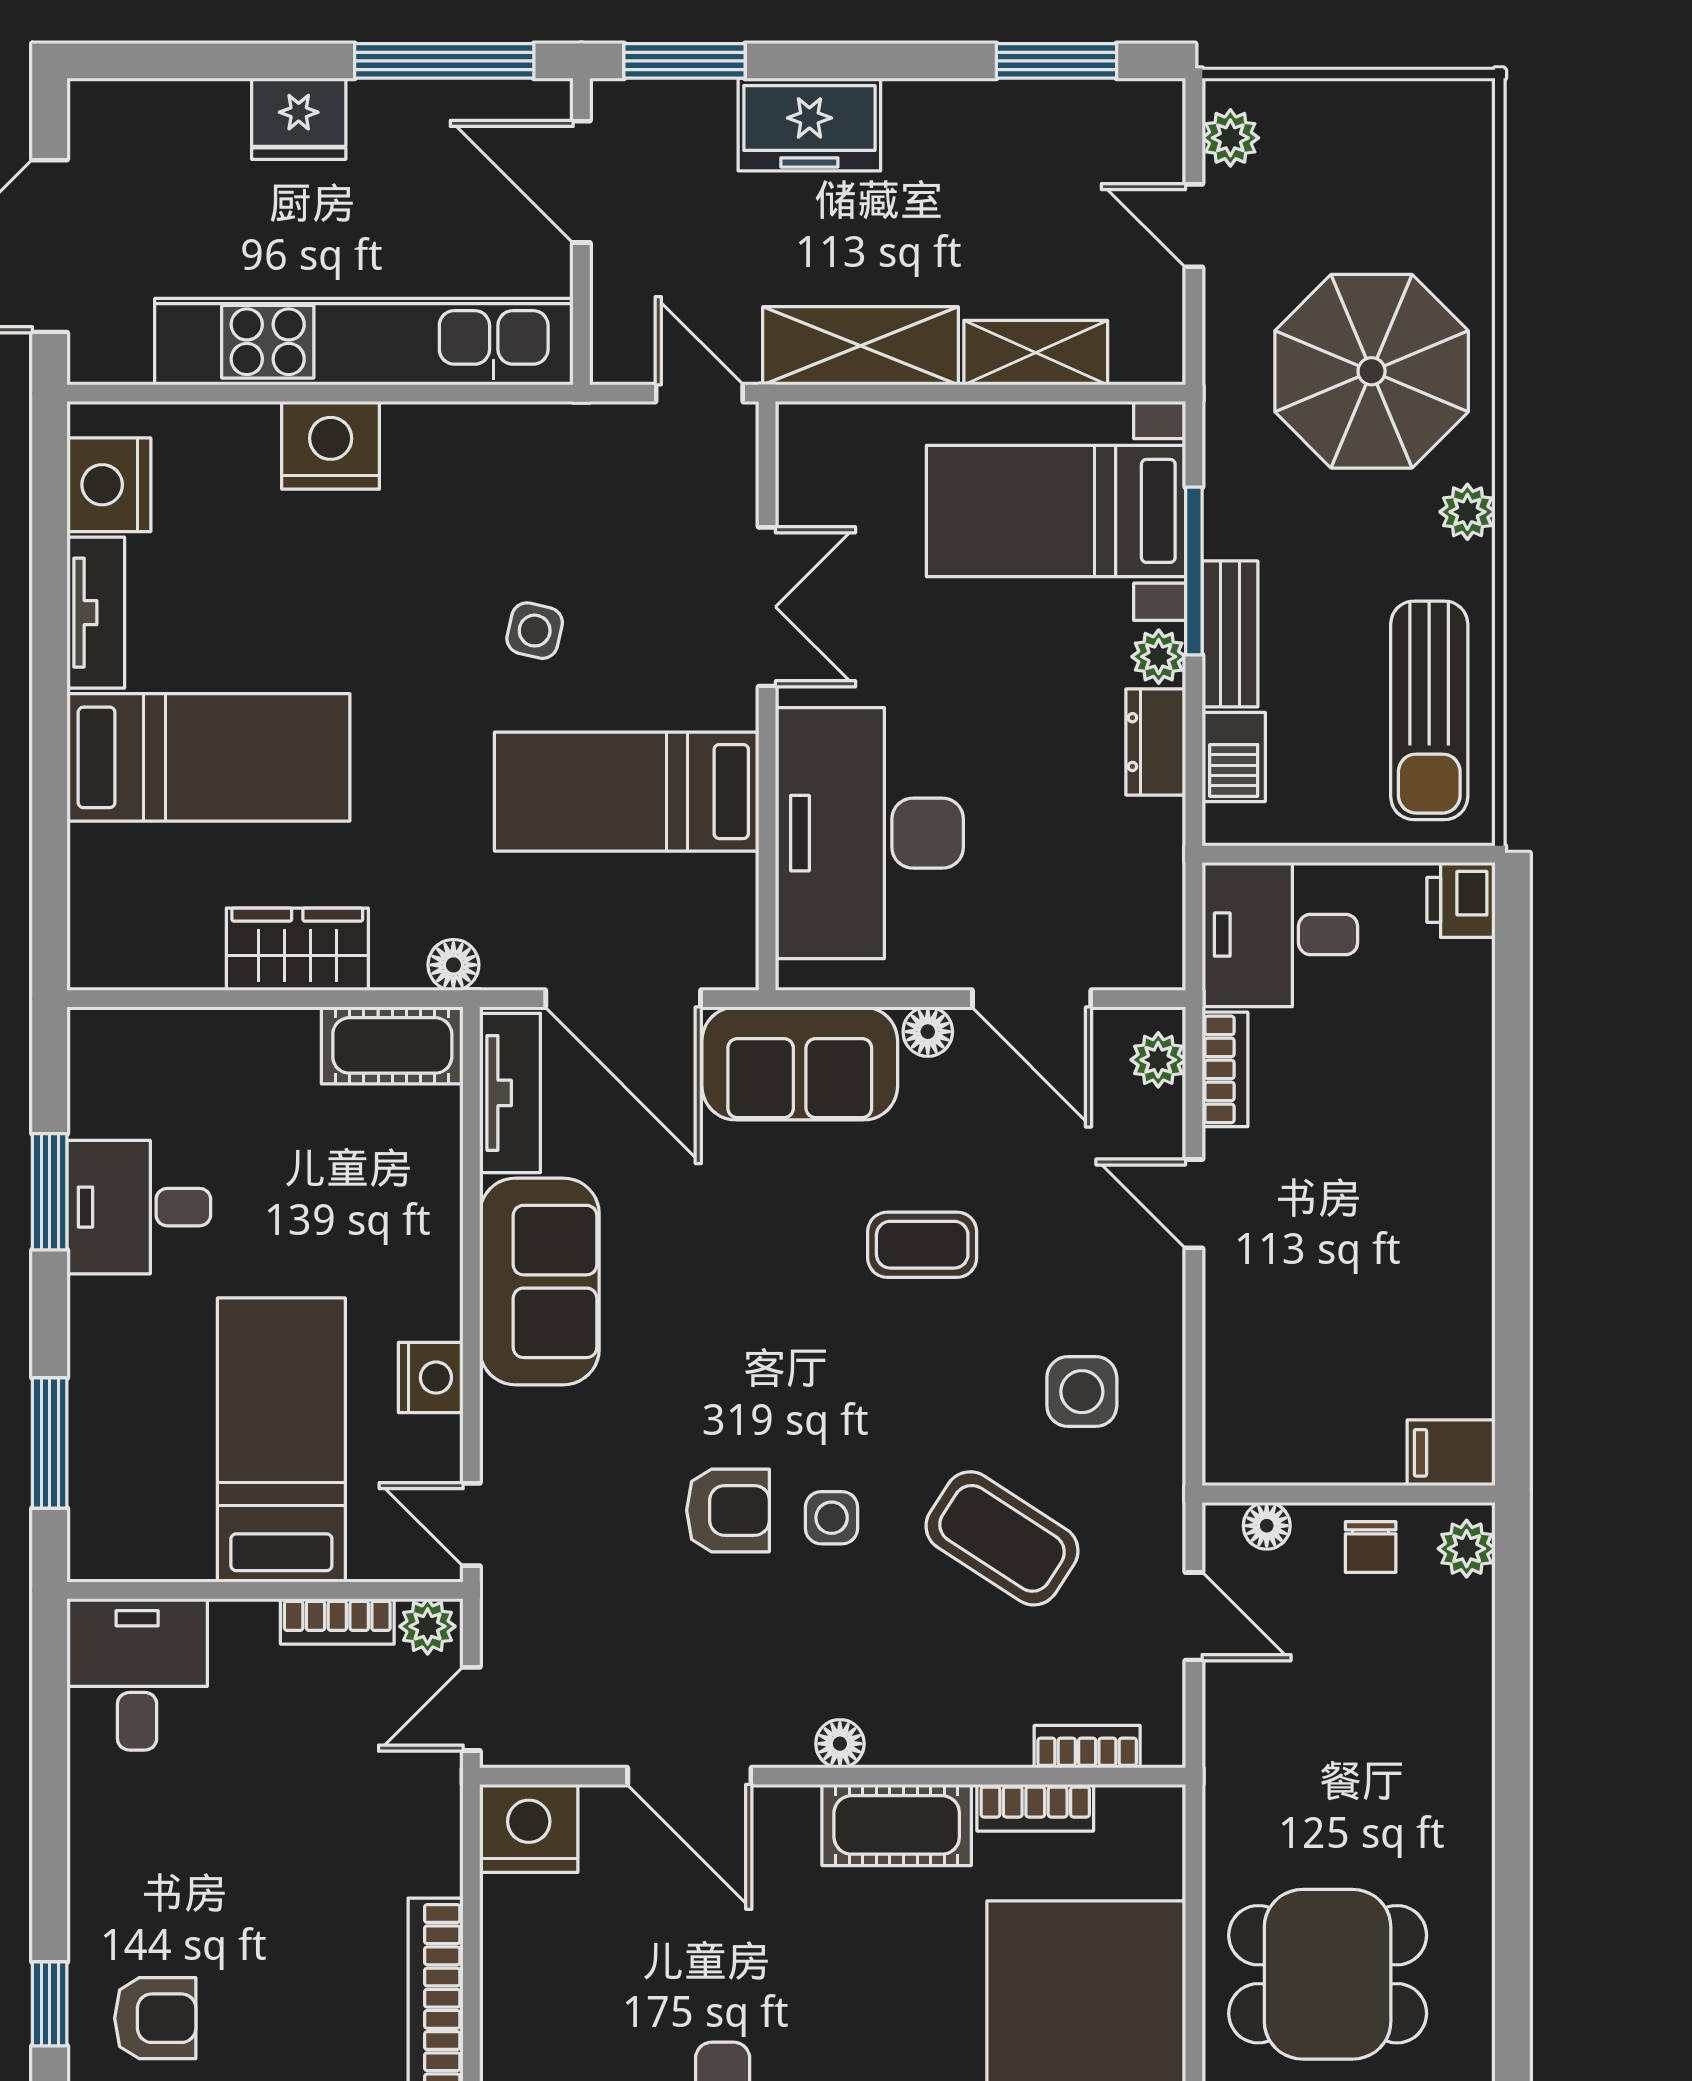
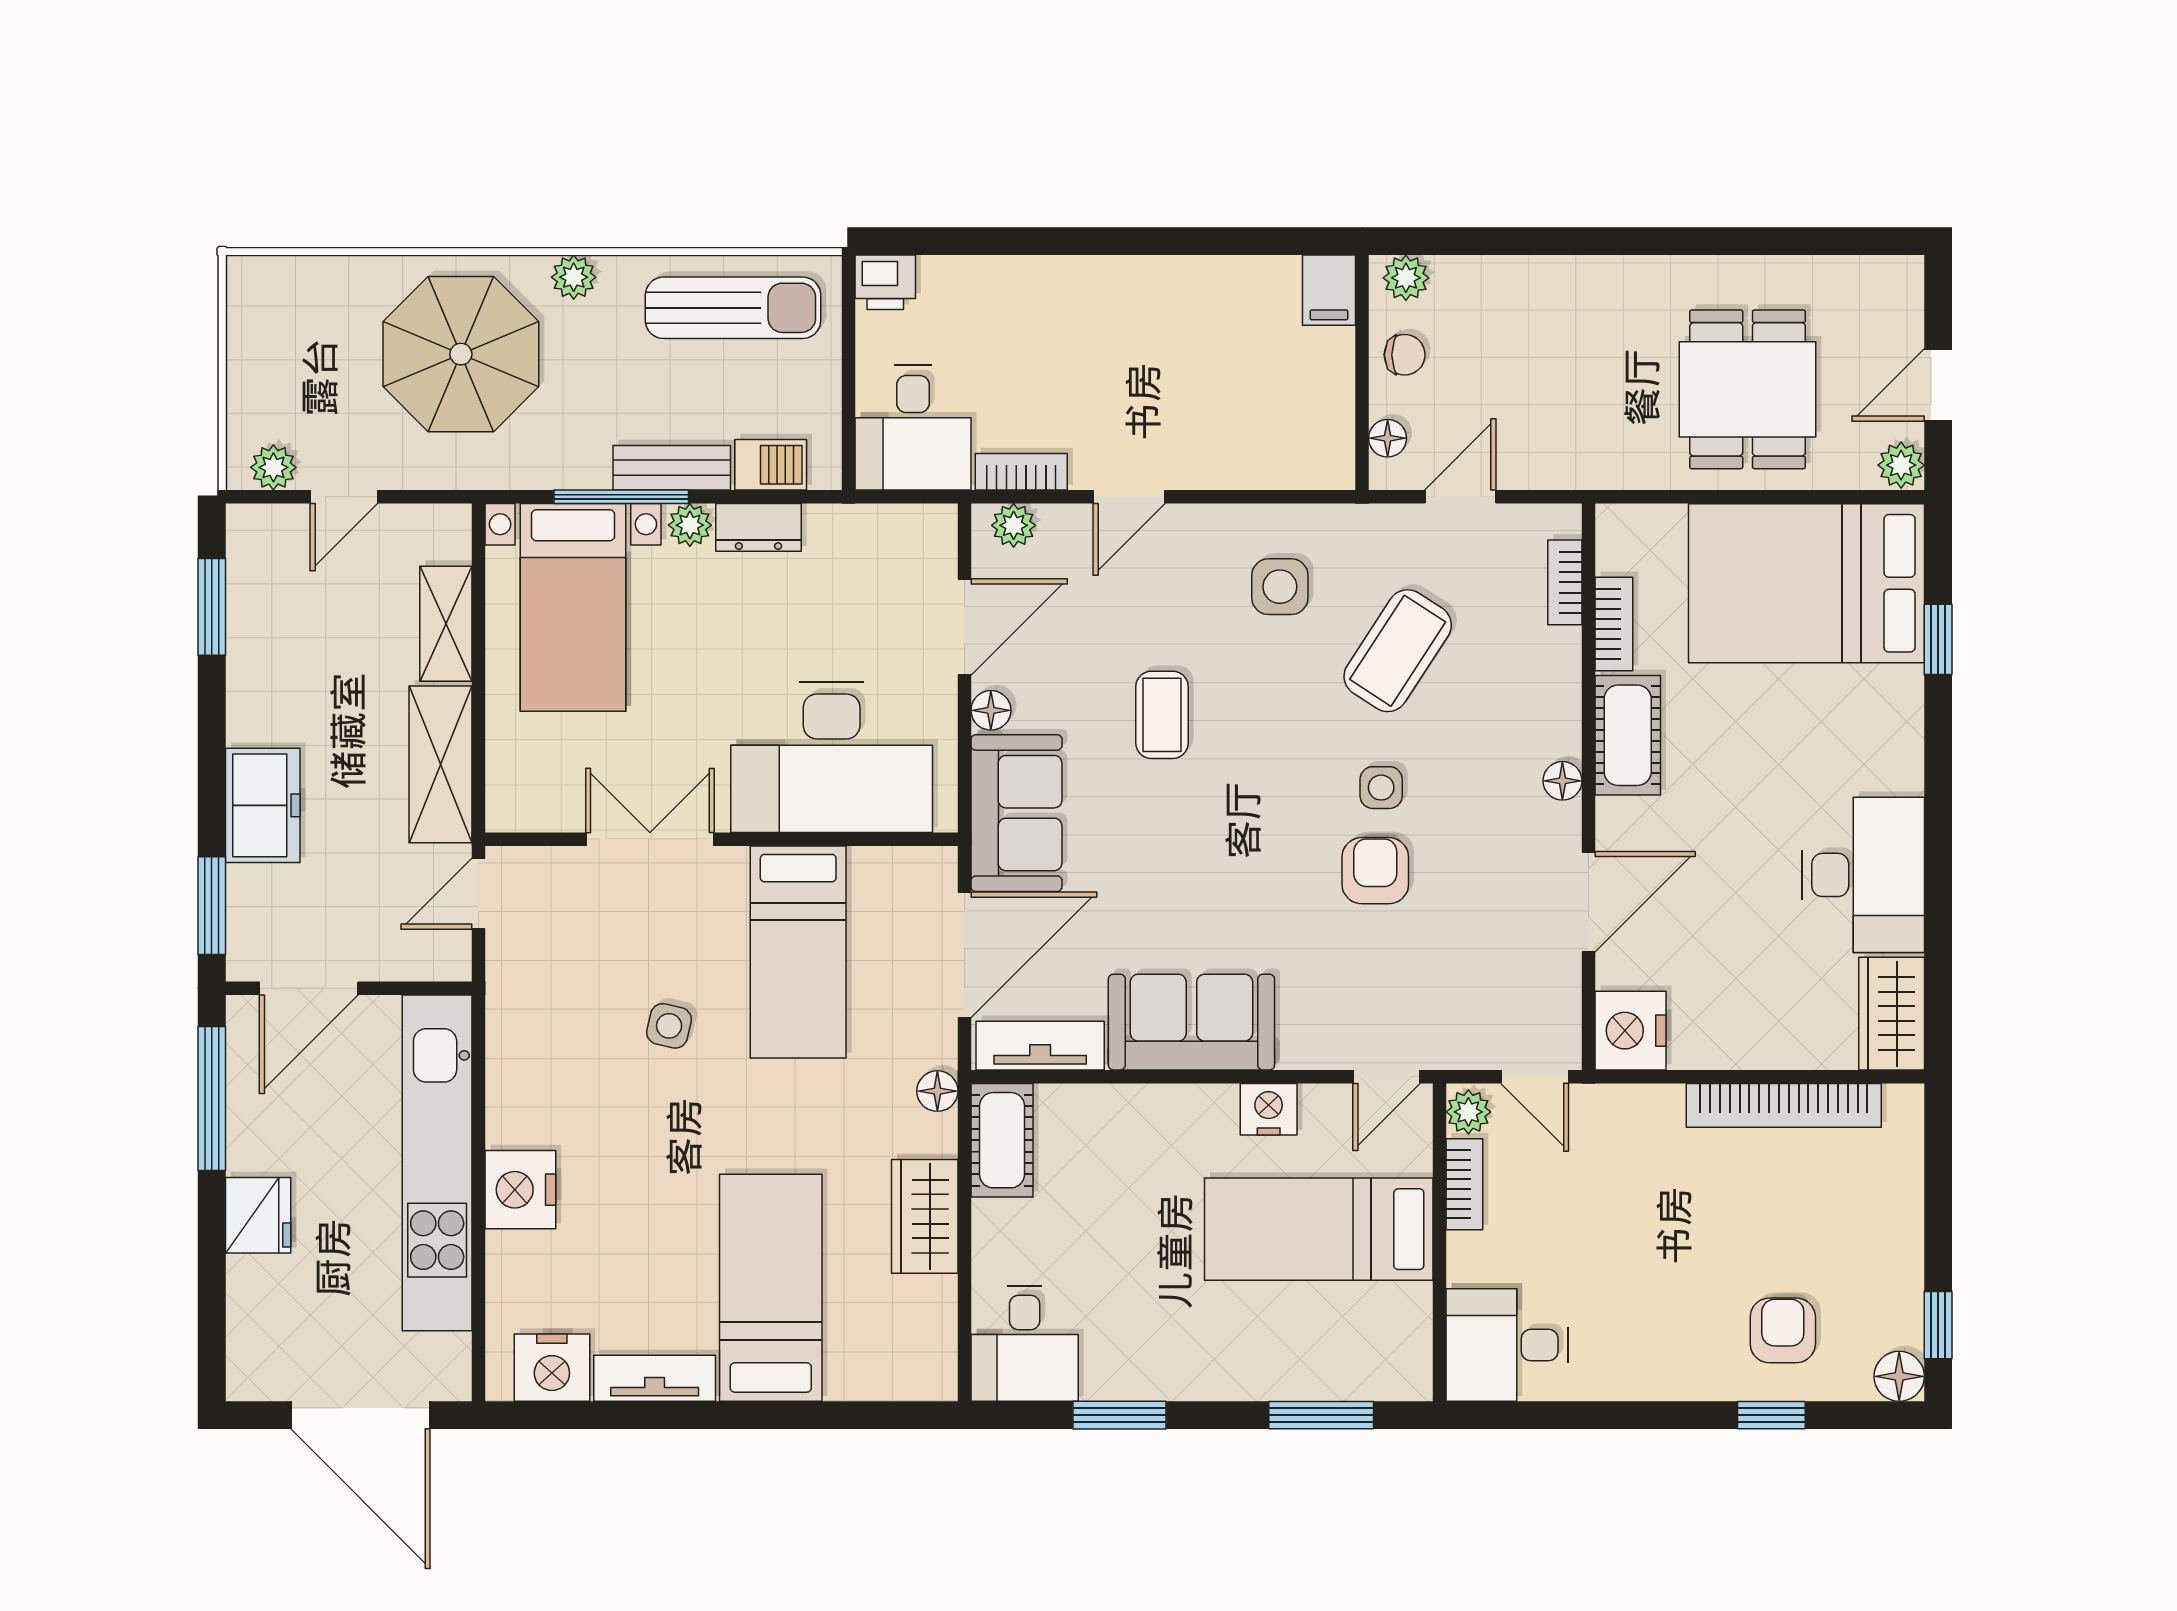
desk: (139, 1207) -> (1025, 1344), moved

